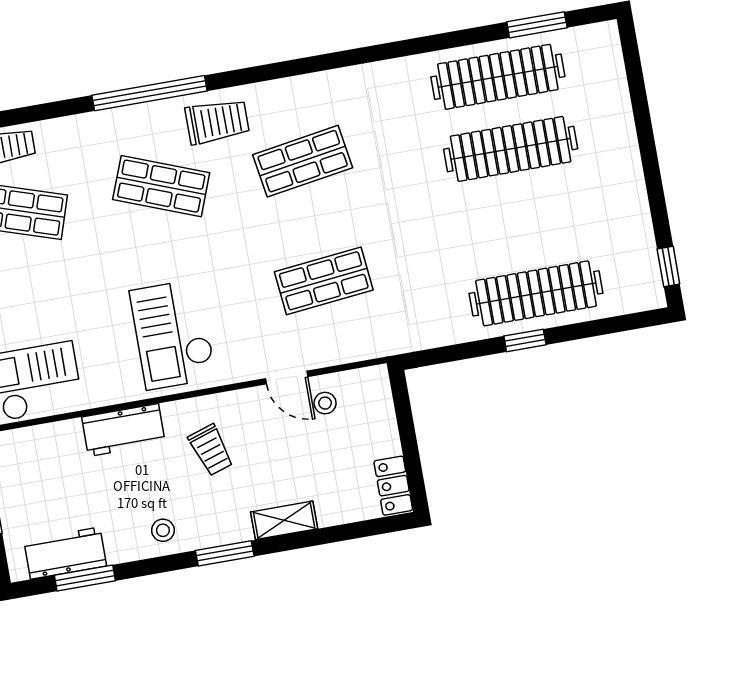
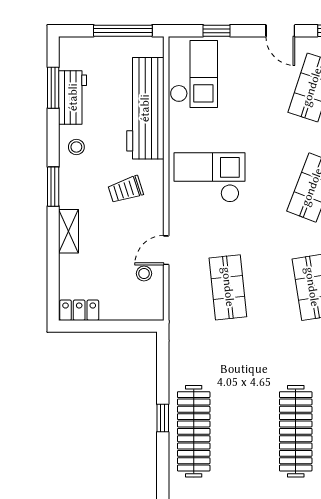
workbench: (123, 430) -> (145, 108), width x1.87, depth x1.32
workbench: (65, 553) -> (73, 97), moved

